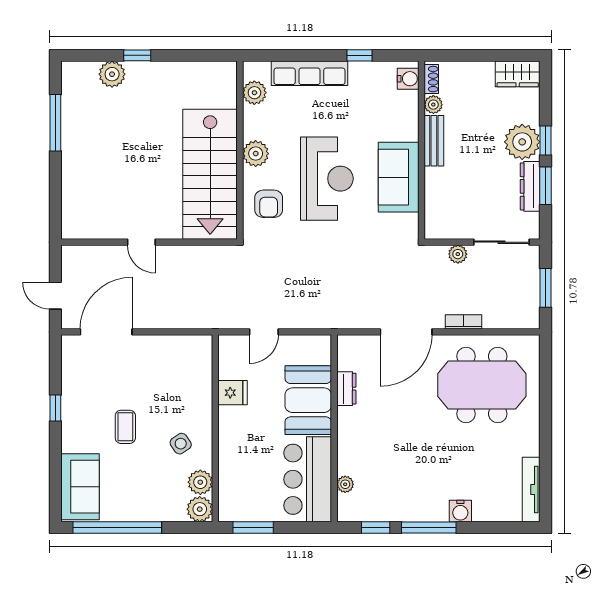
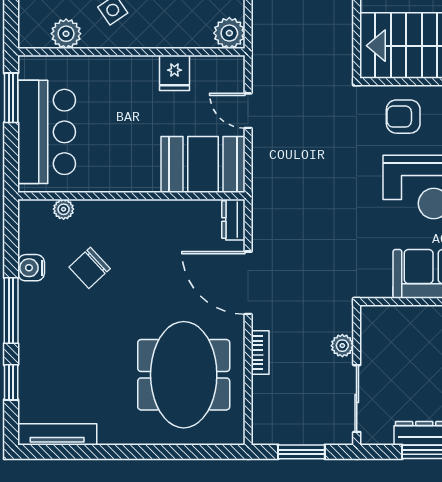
dresser: (346, 389) -> (233, 220), moved, turned 90
booth: (308, 400) -> (203, 164), moved
chair: (394, 463) -> (90, 268), added
bar counter: (308, 479) -> (47, 132), moved, turned 90
plant: (200, 509) -> (229, 33), moved
water cooler: (460, 511) -> (31, 268), moved
window: (376, 528) -> (11, 382), moved

